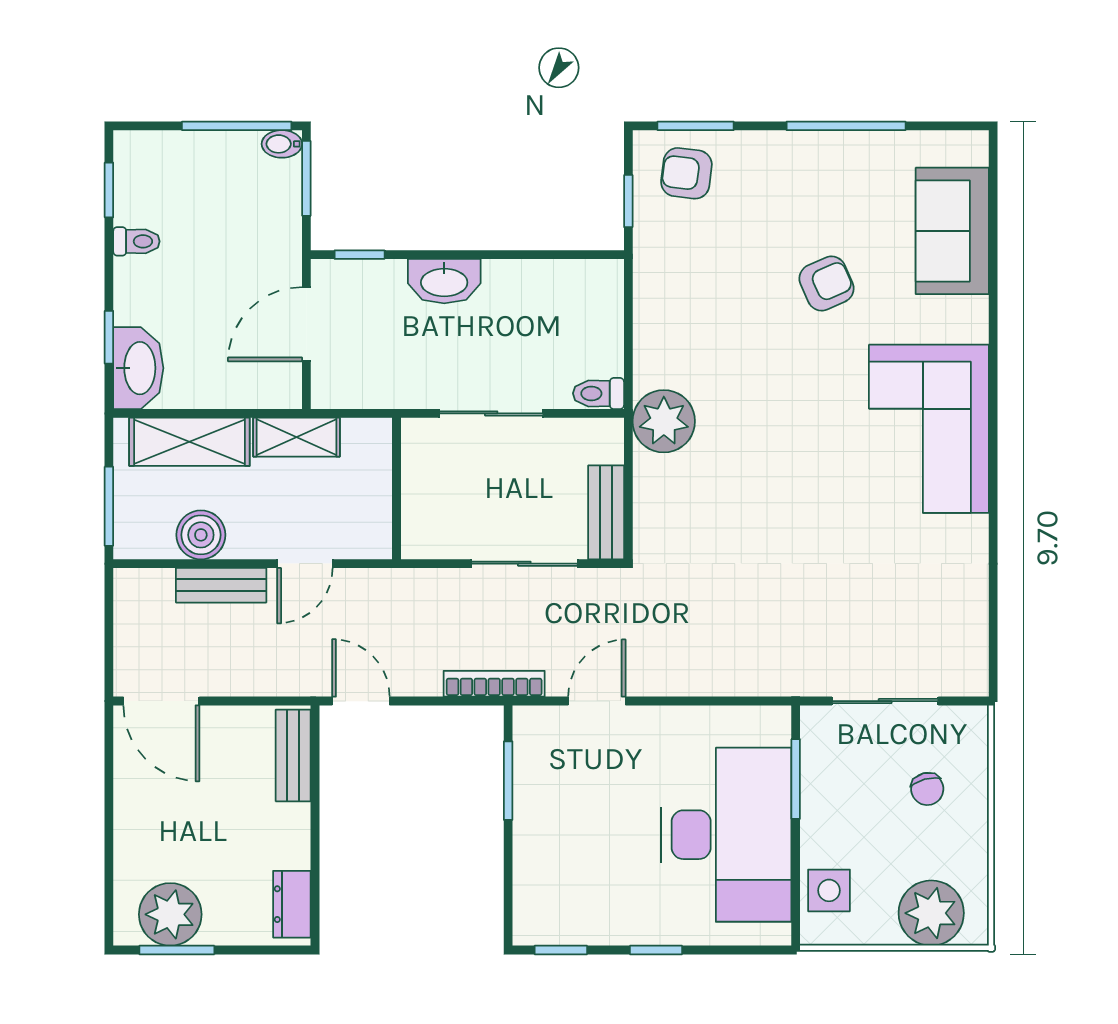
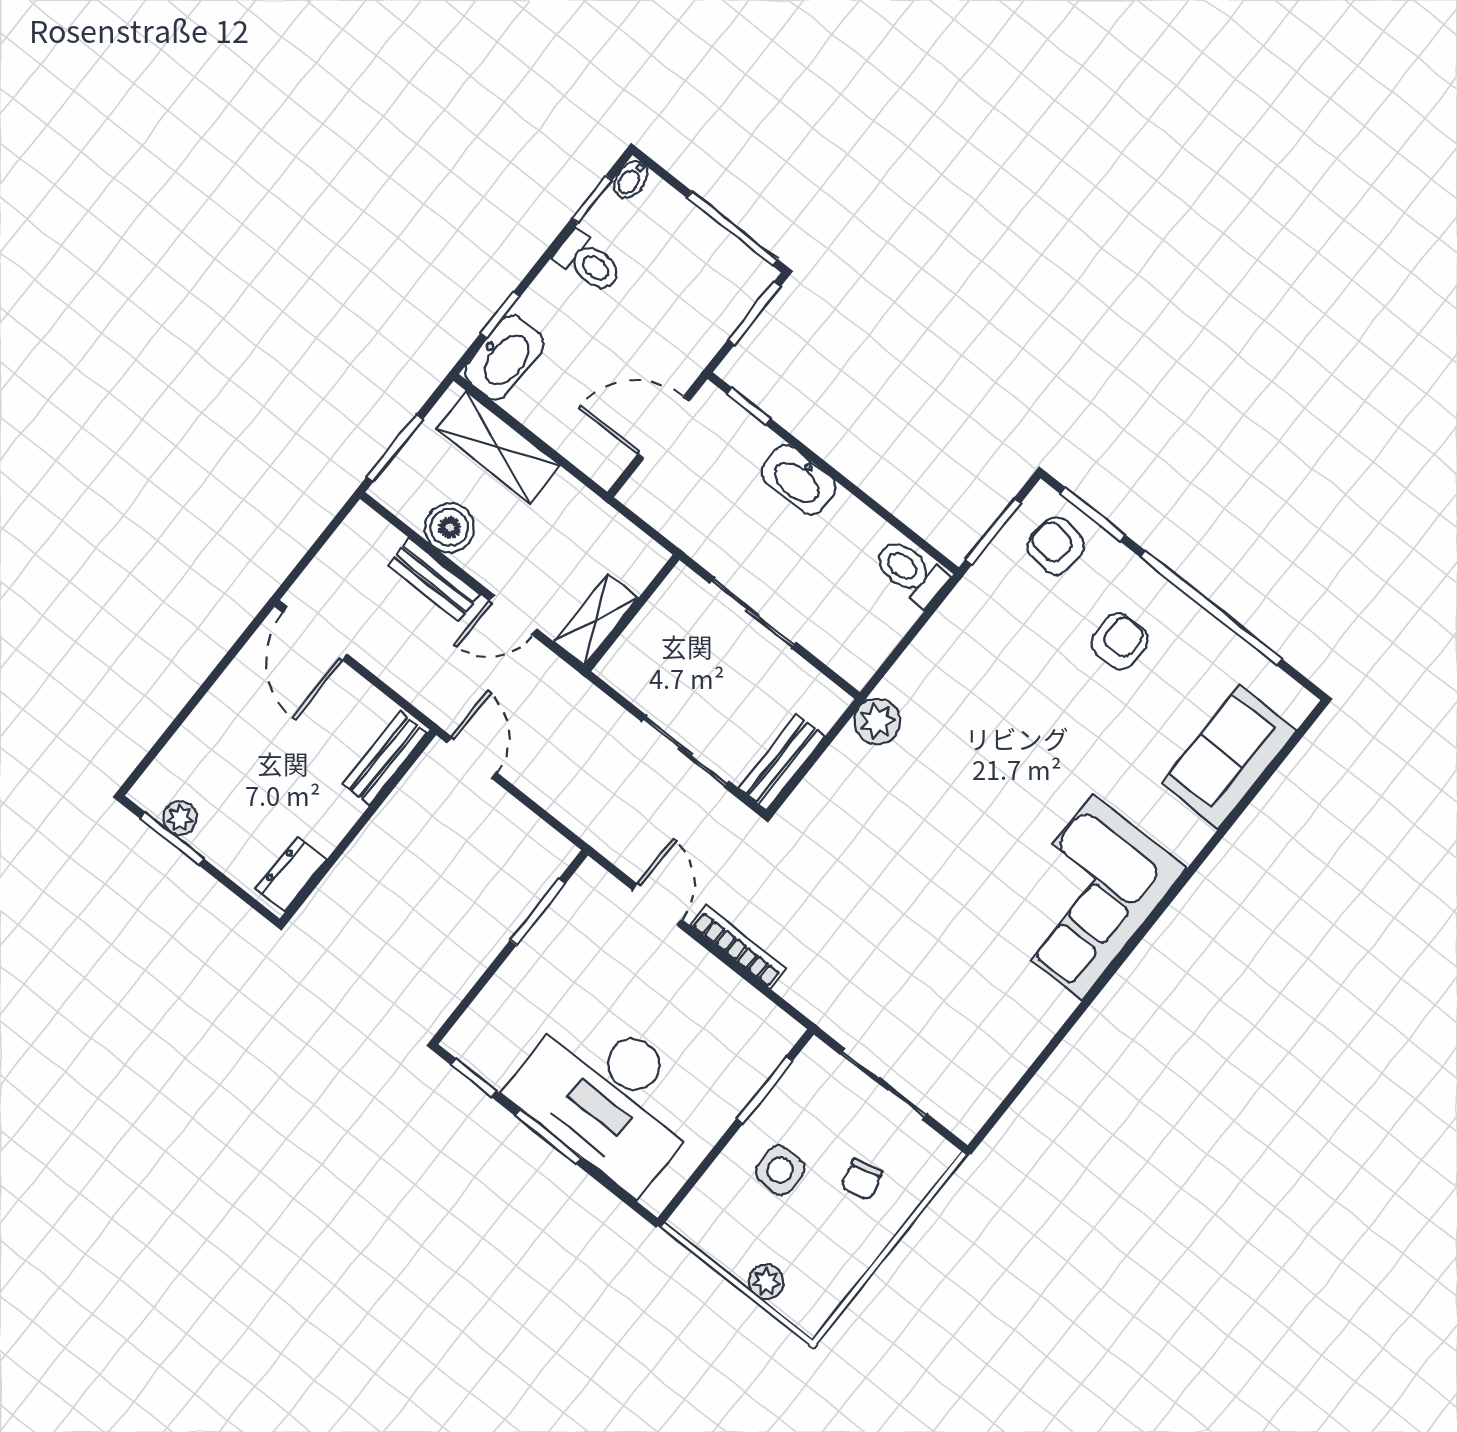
window: (846, 126) -> (1211, 608), width x1.46
bidet: (282, 144) -> (631, 179), moved, turned -90
window: (628, 201) -> (993, 531), width x1.50
toilet: (136, 241) -> (589, 262), width x1.37, depth x1.39
armchair: (827, 283) -> (1120, 641), moved, turned -66
toilet: (598, 393) -> (910, 572), moved, width x1.37, depth x1.39
plant: (664, 421) -> (877, 721), width x0.73, depth x0.73
shelving: (296, 437) -> (596, 620), moved, turned 90
bookcase: (494, 684) -> (738, 947), moved
door: (597, 701) -> (657, 905), hinge flipped
desk: (726, 835) -> (609, 1096), moved, turned 90
side table: (829, 890) -> (780, 1170), moved
plant: (931, 913) -> (766, 1282), width x0.53, depth x0.53
plant: (170, 914) -> (180, 818), width x0.53, depth x0.53
window: (656, 950) -> (548, 1137), width x1.50

